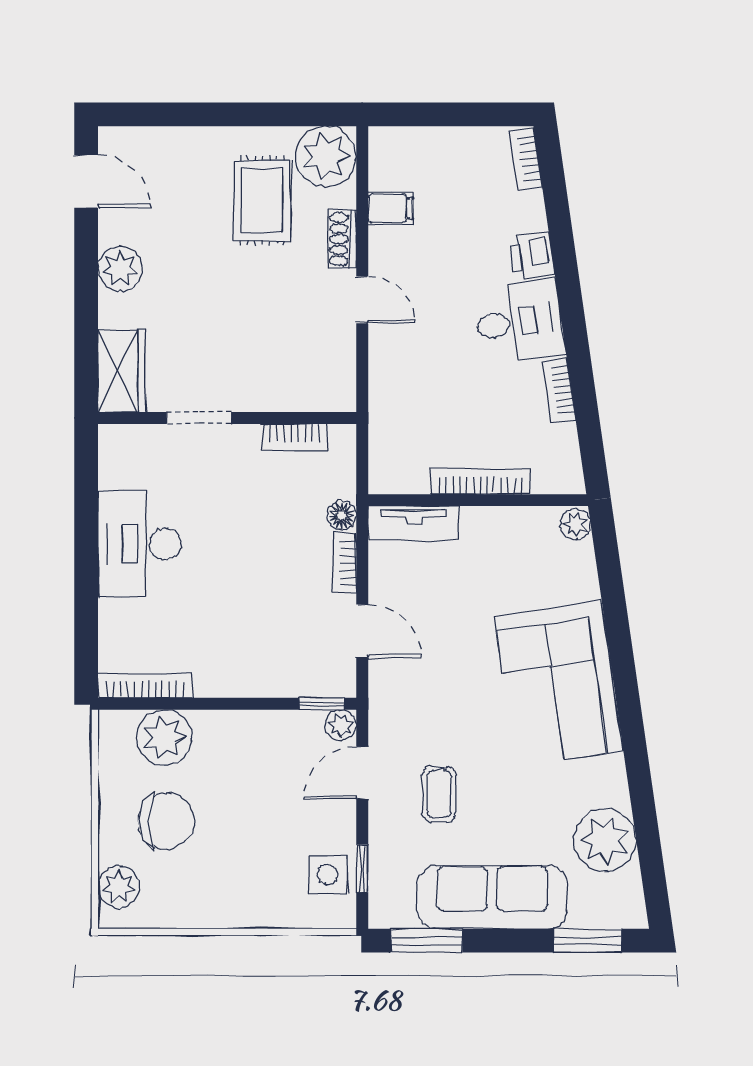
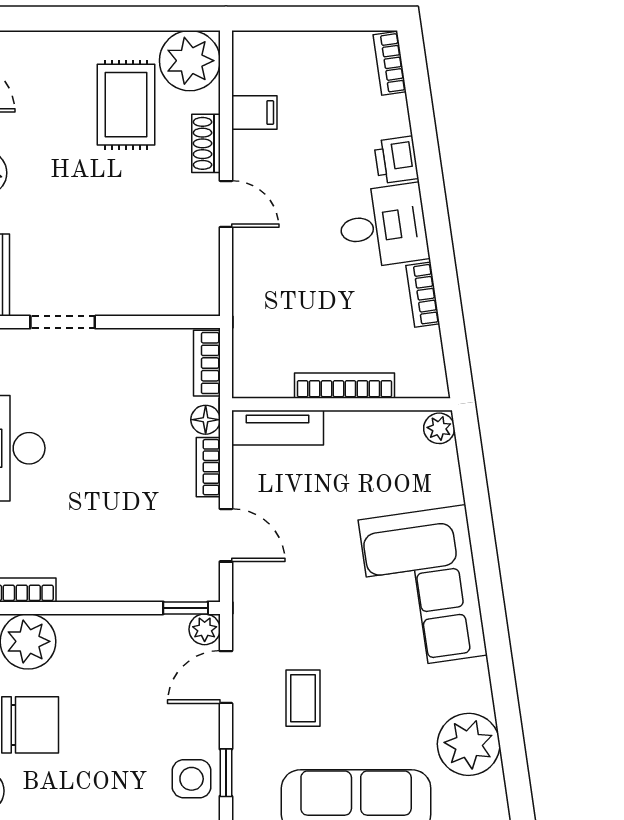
bookcase: (295, 437) -> (207, 363), moved, turned 90

